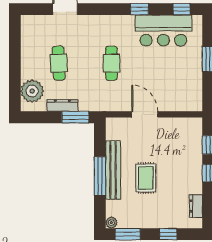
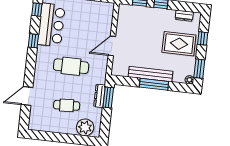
cafe table: (111, 63) -> (71, 66), width x1.37, depth x1.35
dresser: (62, 105) -> (99, 96), moved
rug: (146, 178) -> (179, 44), moved, width x1.36, depth x1.43

